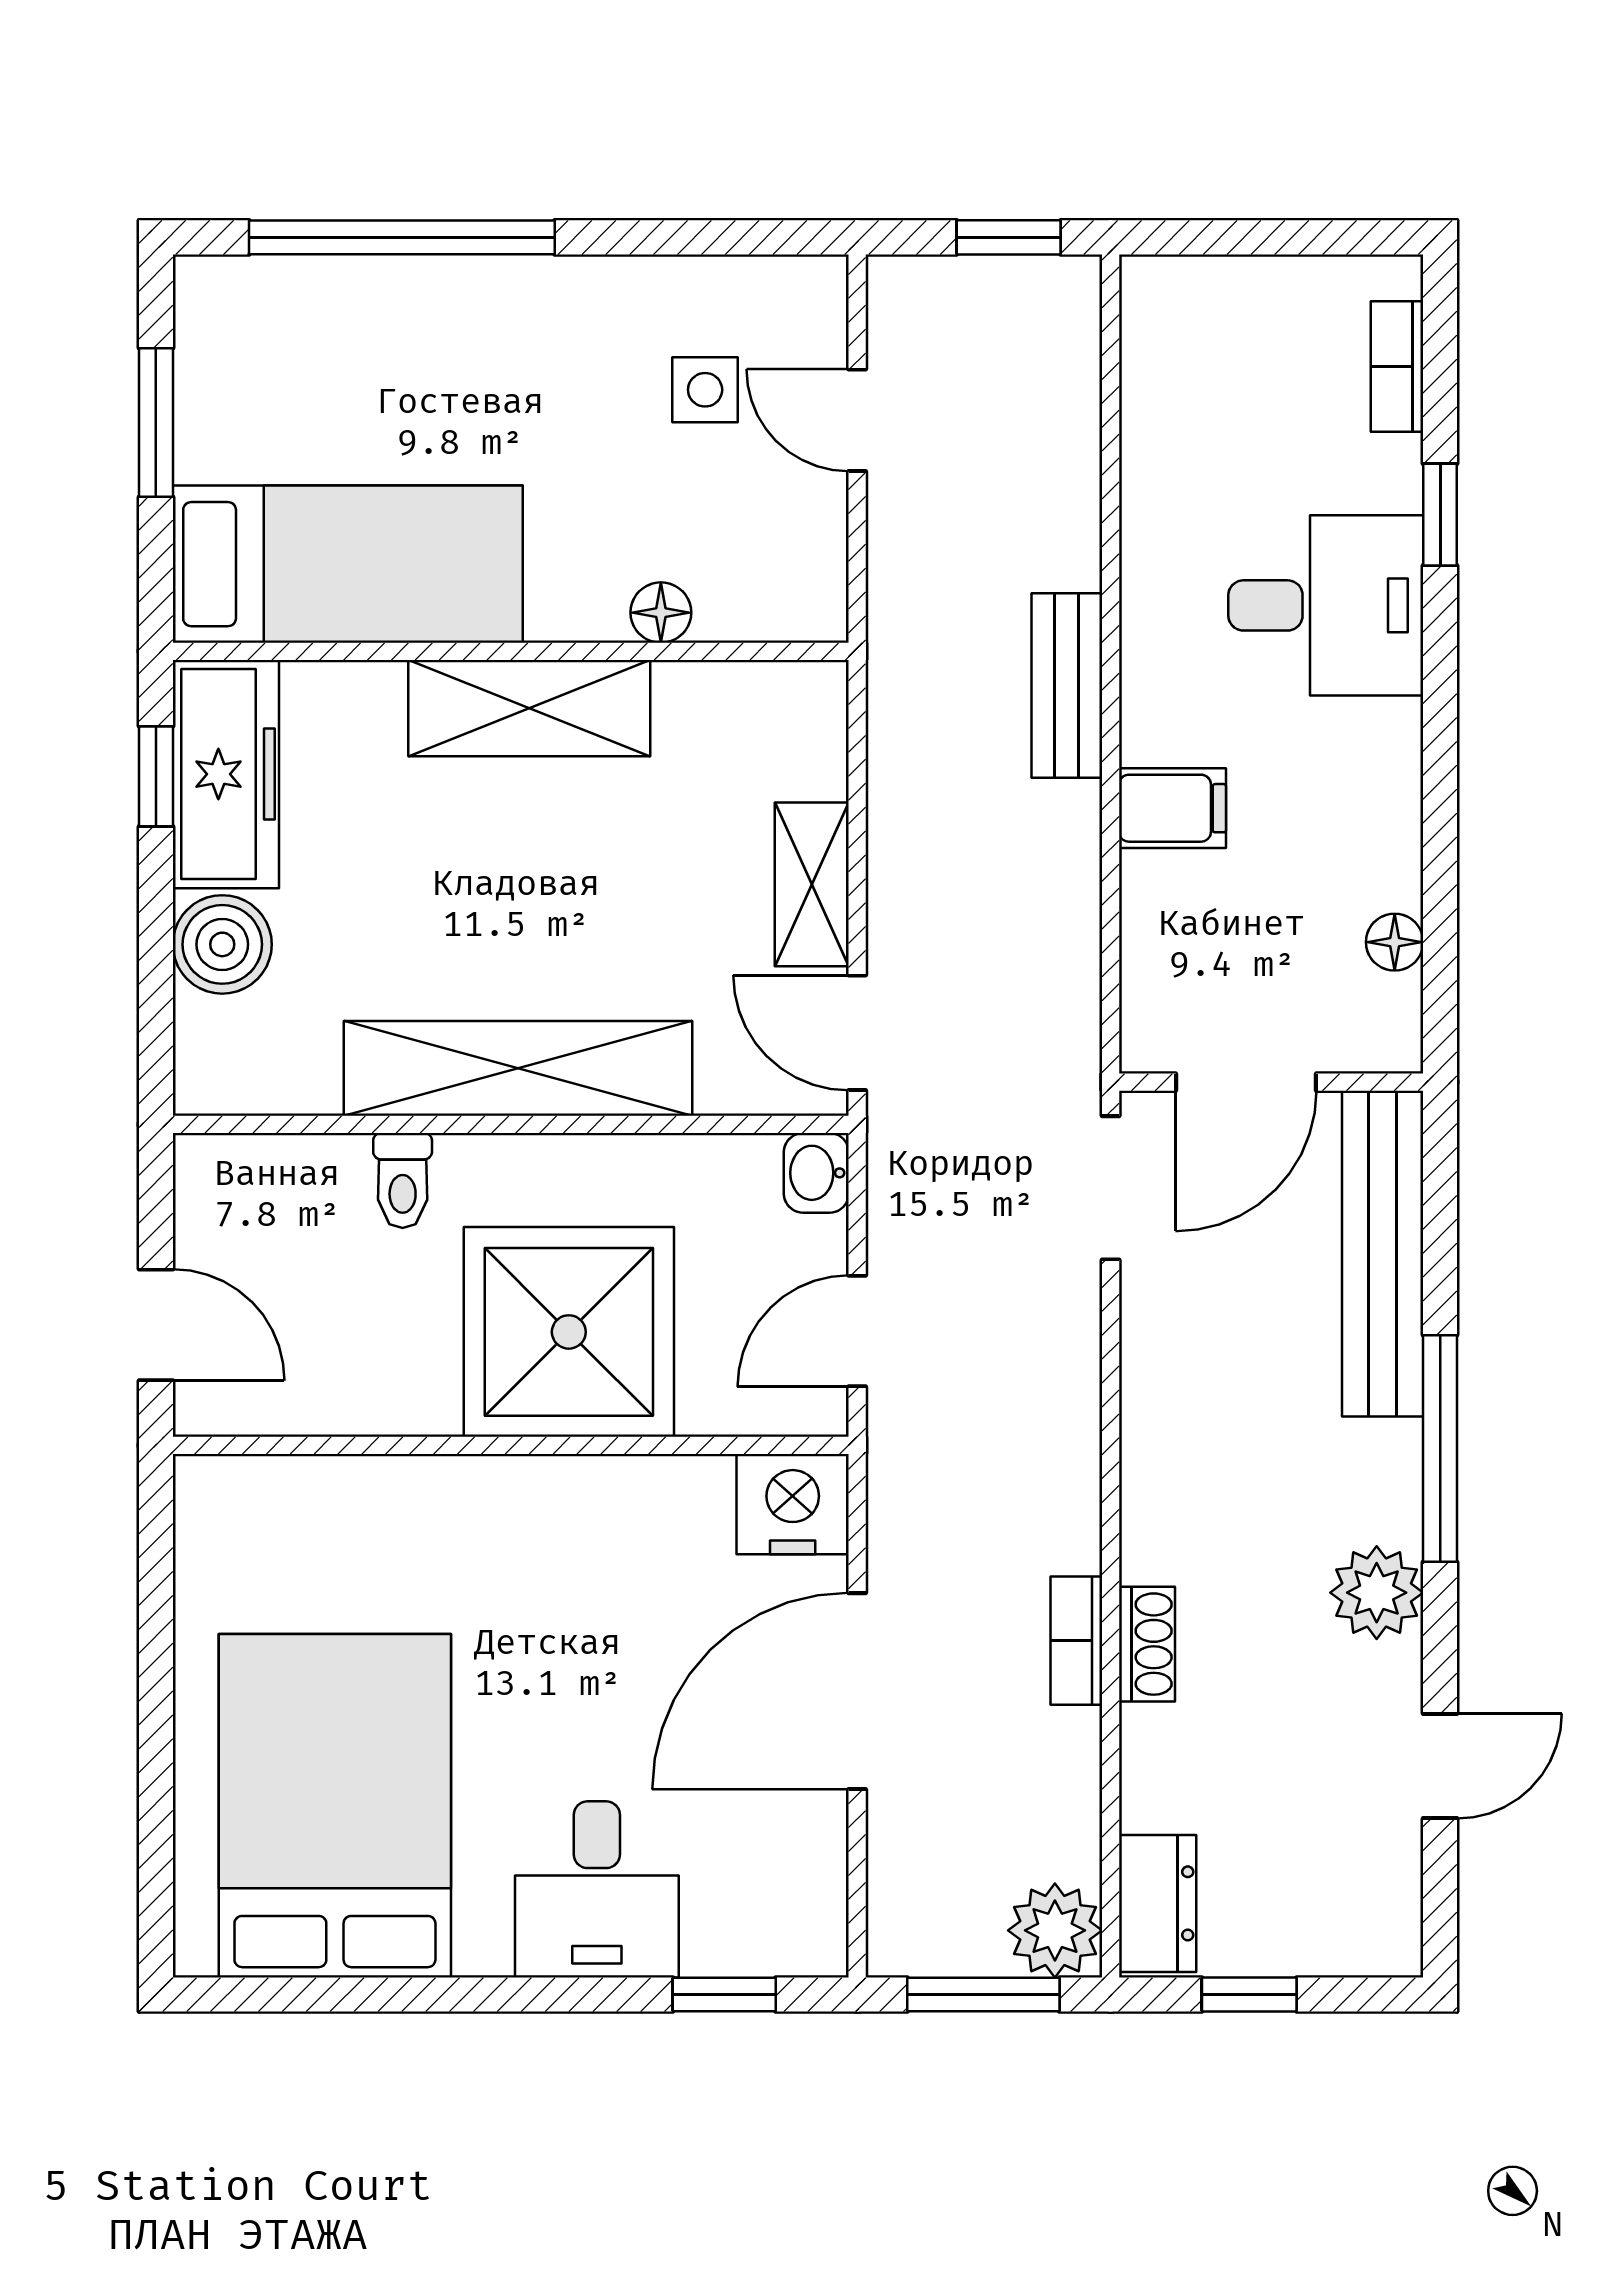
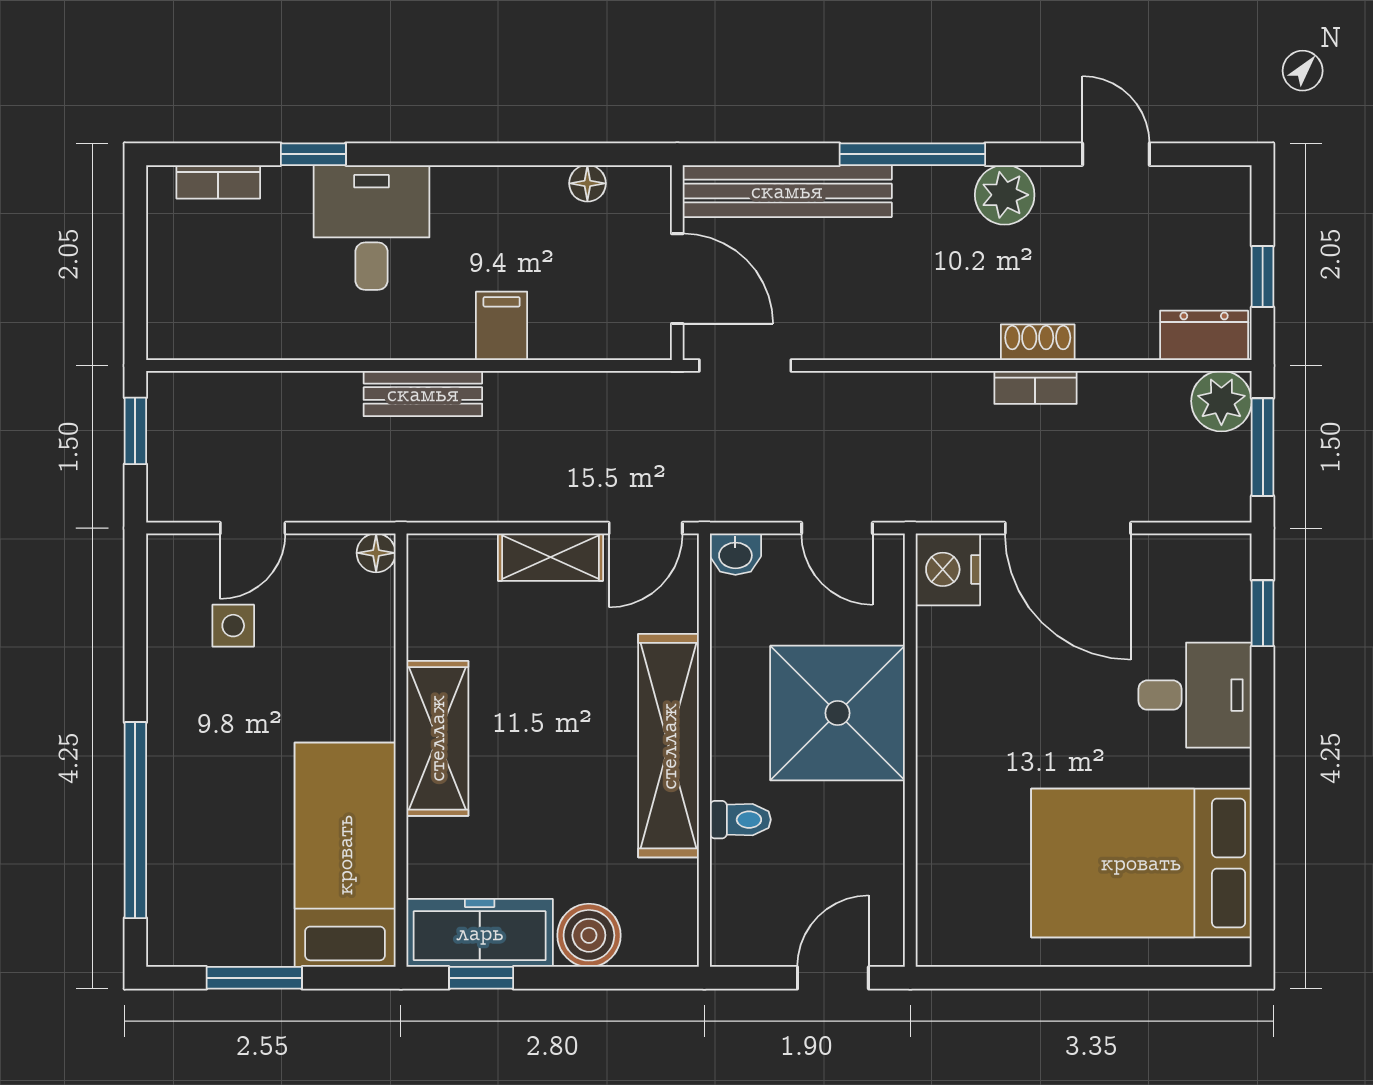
floor lamp: (661, 613) -> (376, 553), moved

